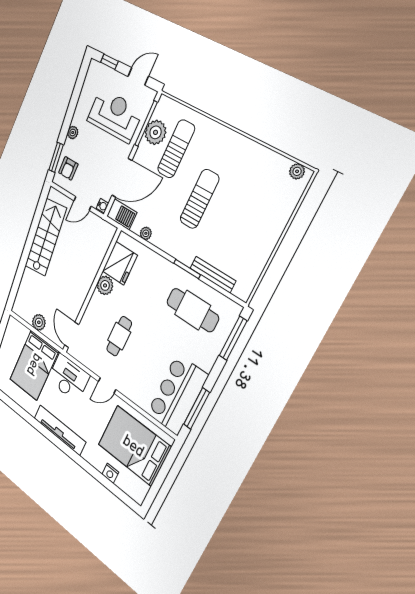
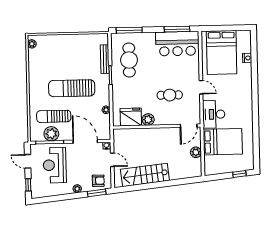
sun lounger: (199, 199) -> (72, 88), width x1.36, depth x1.34
barbecue: (122, 214) -> (104, 131), removed
tv unit: (60, 430) -> (247, 103), removed

